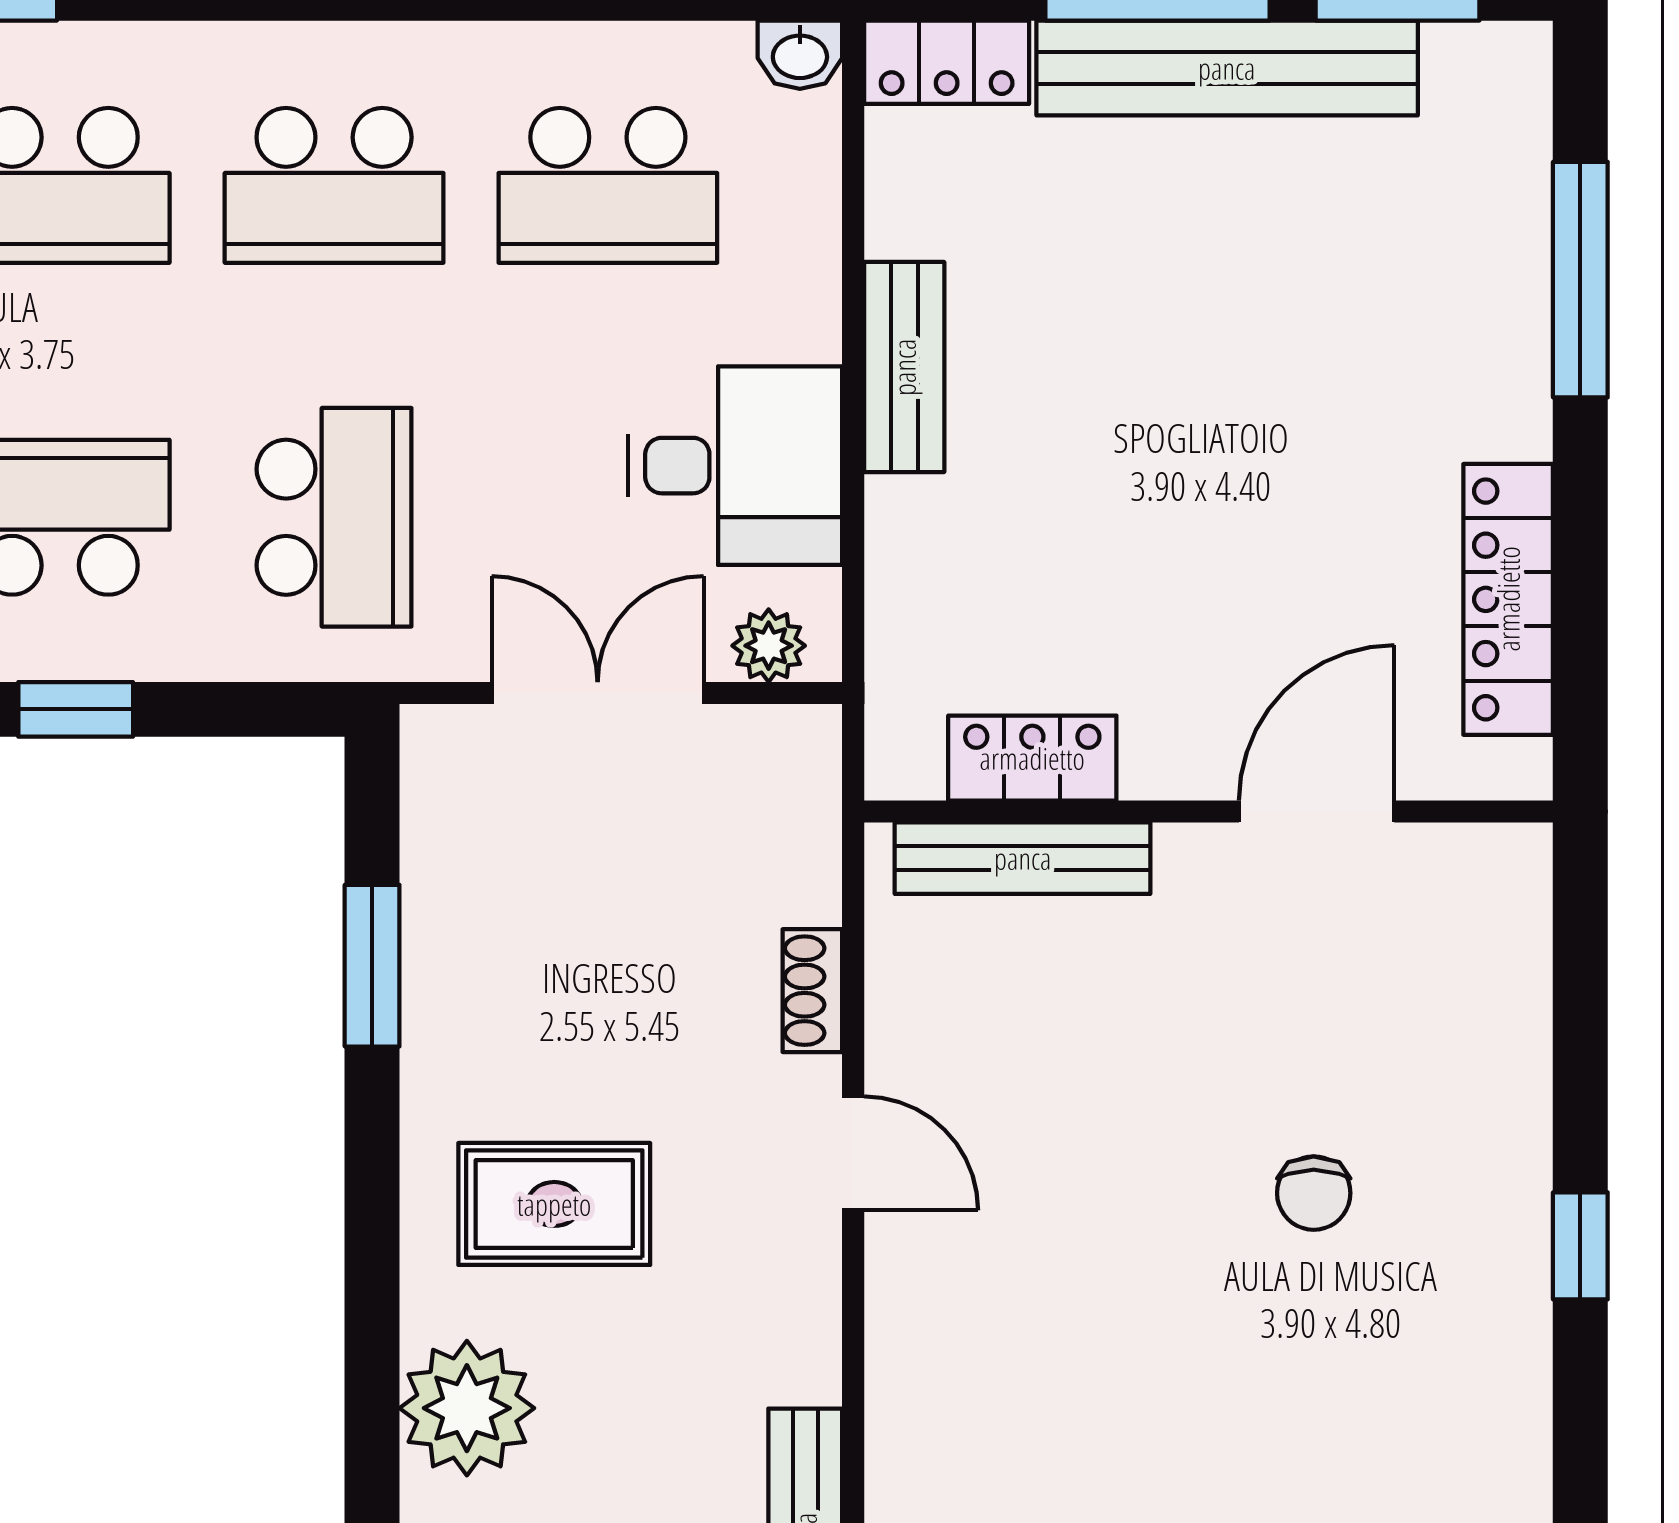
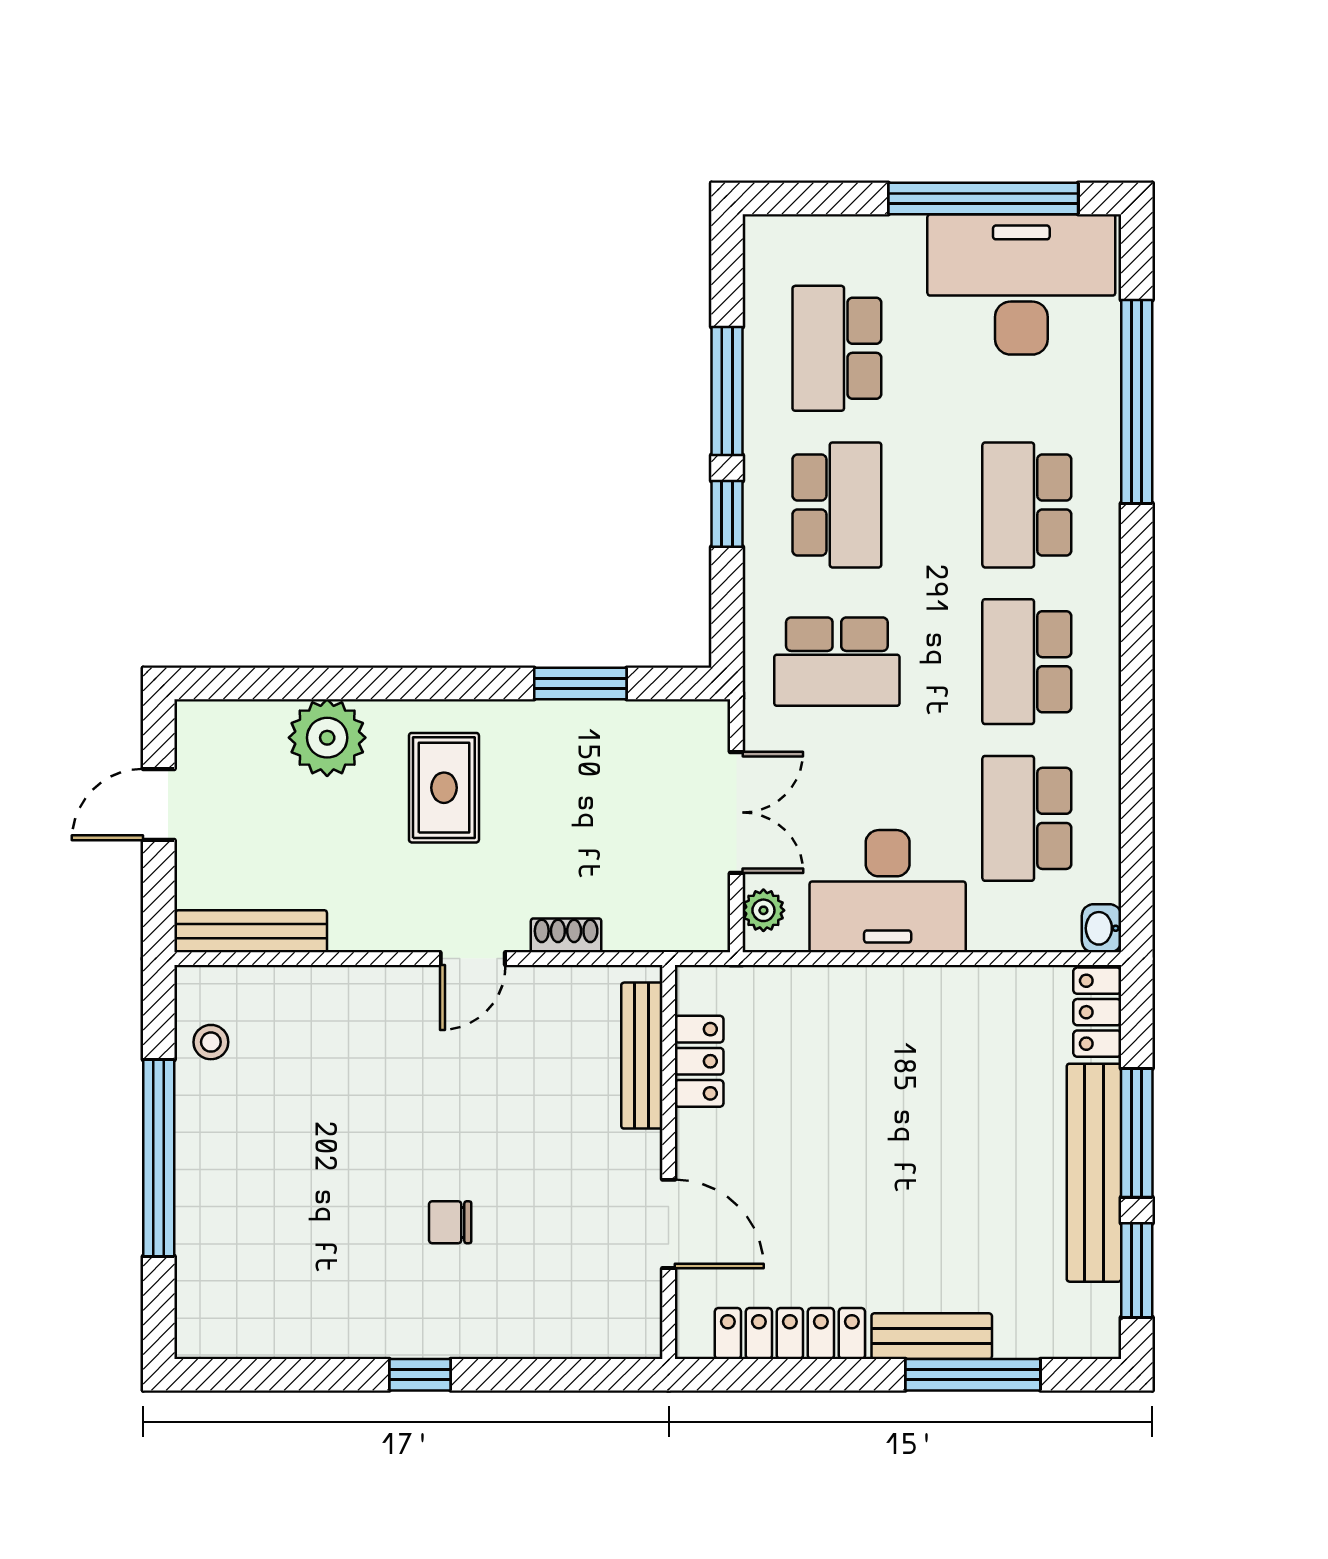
bench: (904, 367) -> (932, 1336), moved
desk: (735, 466) -> (888, 891), width x1.37

